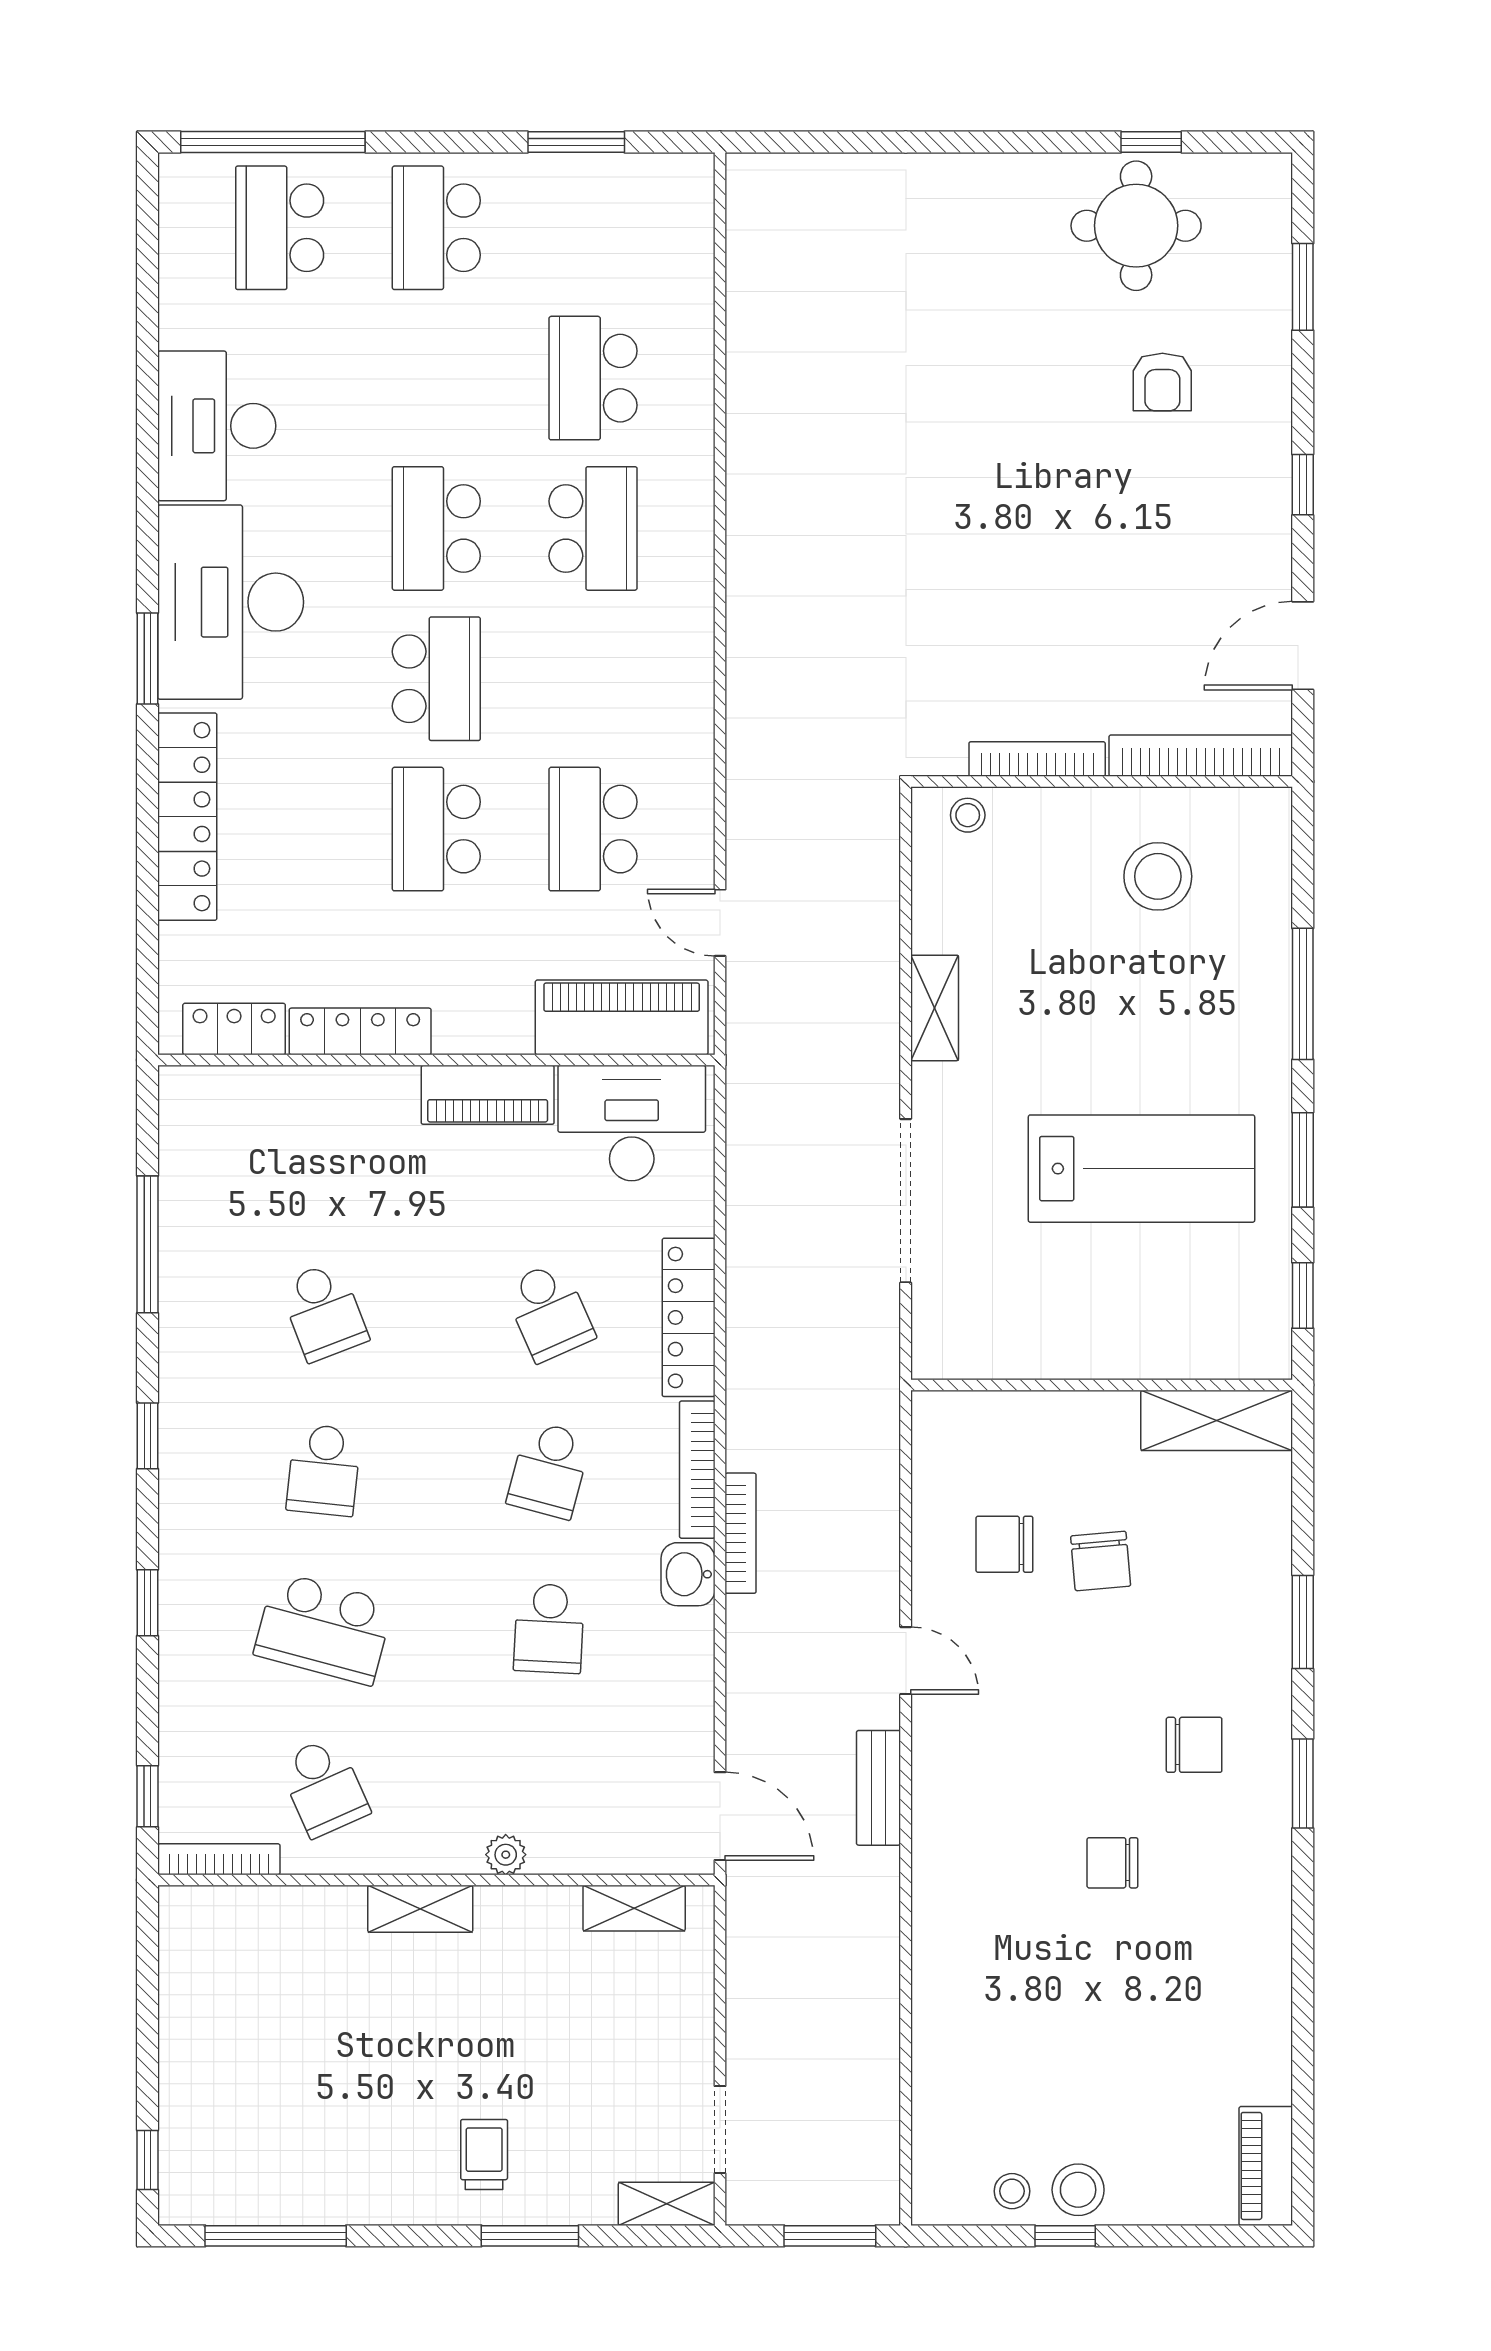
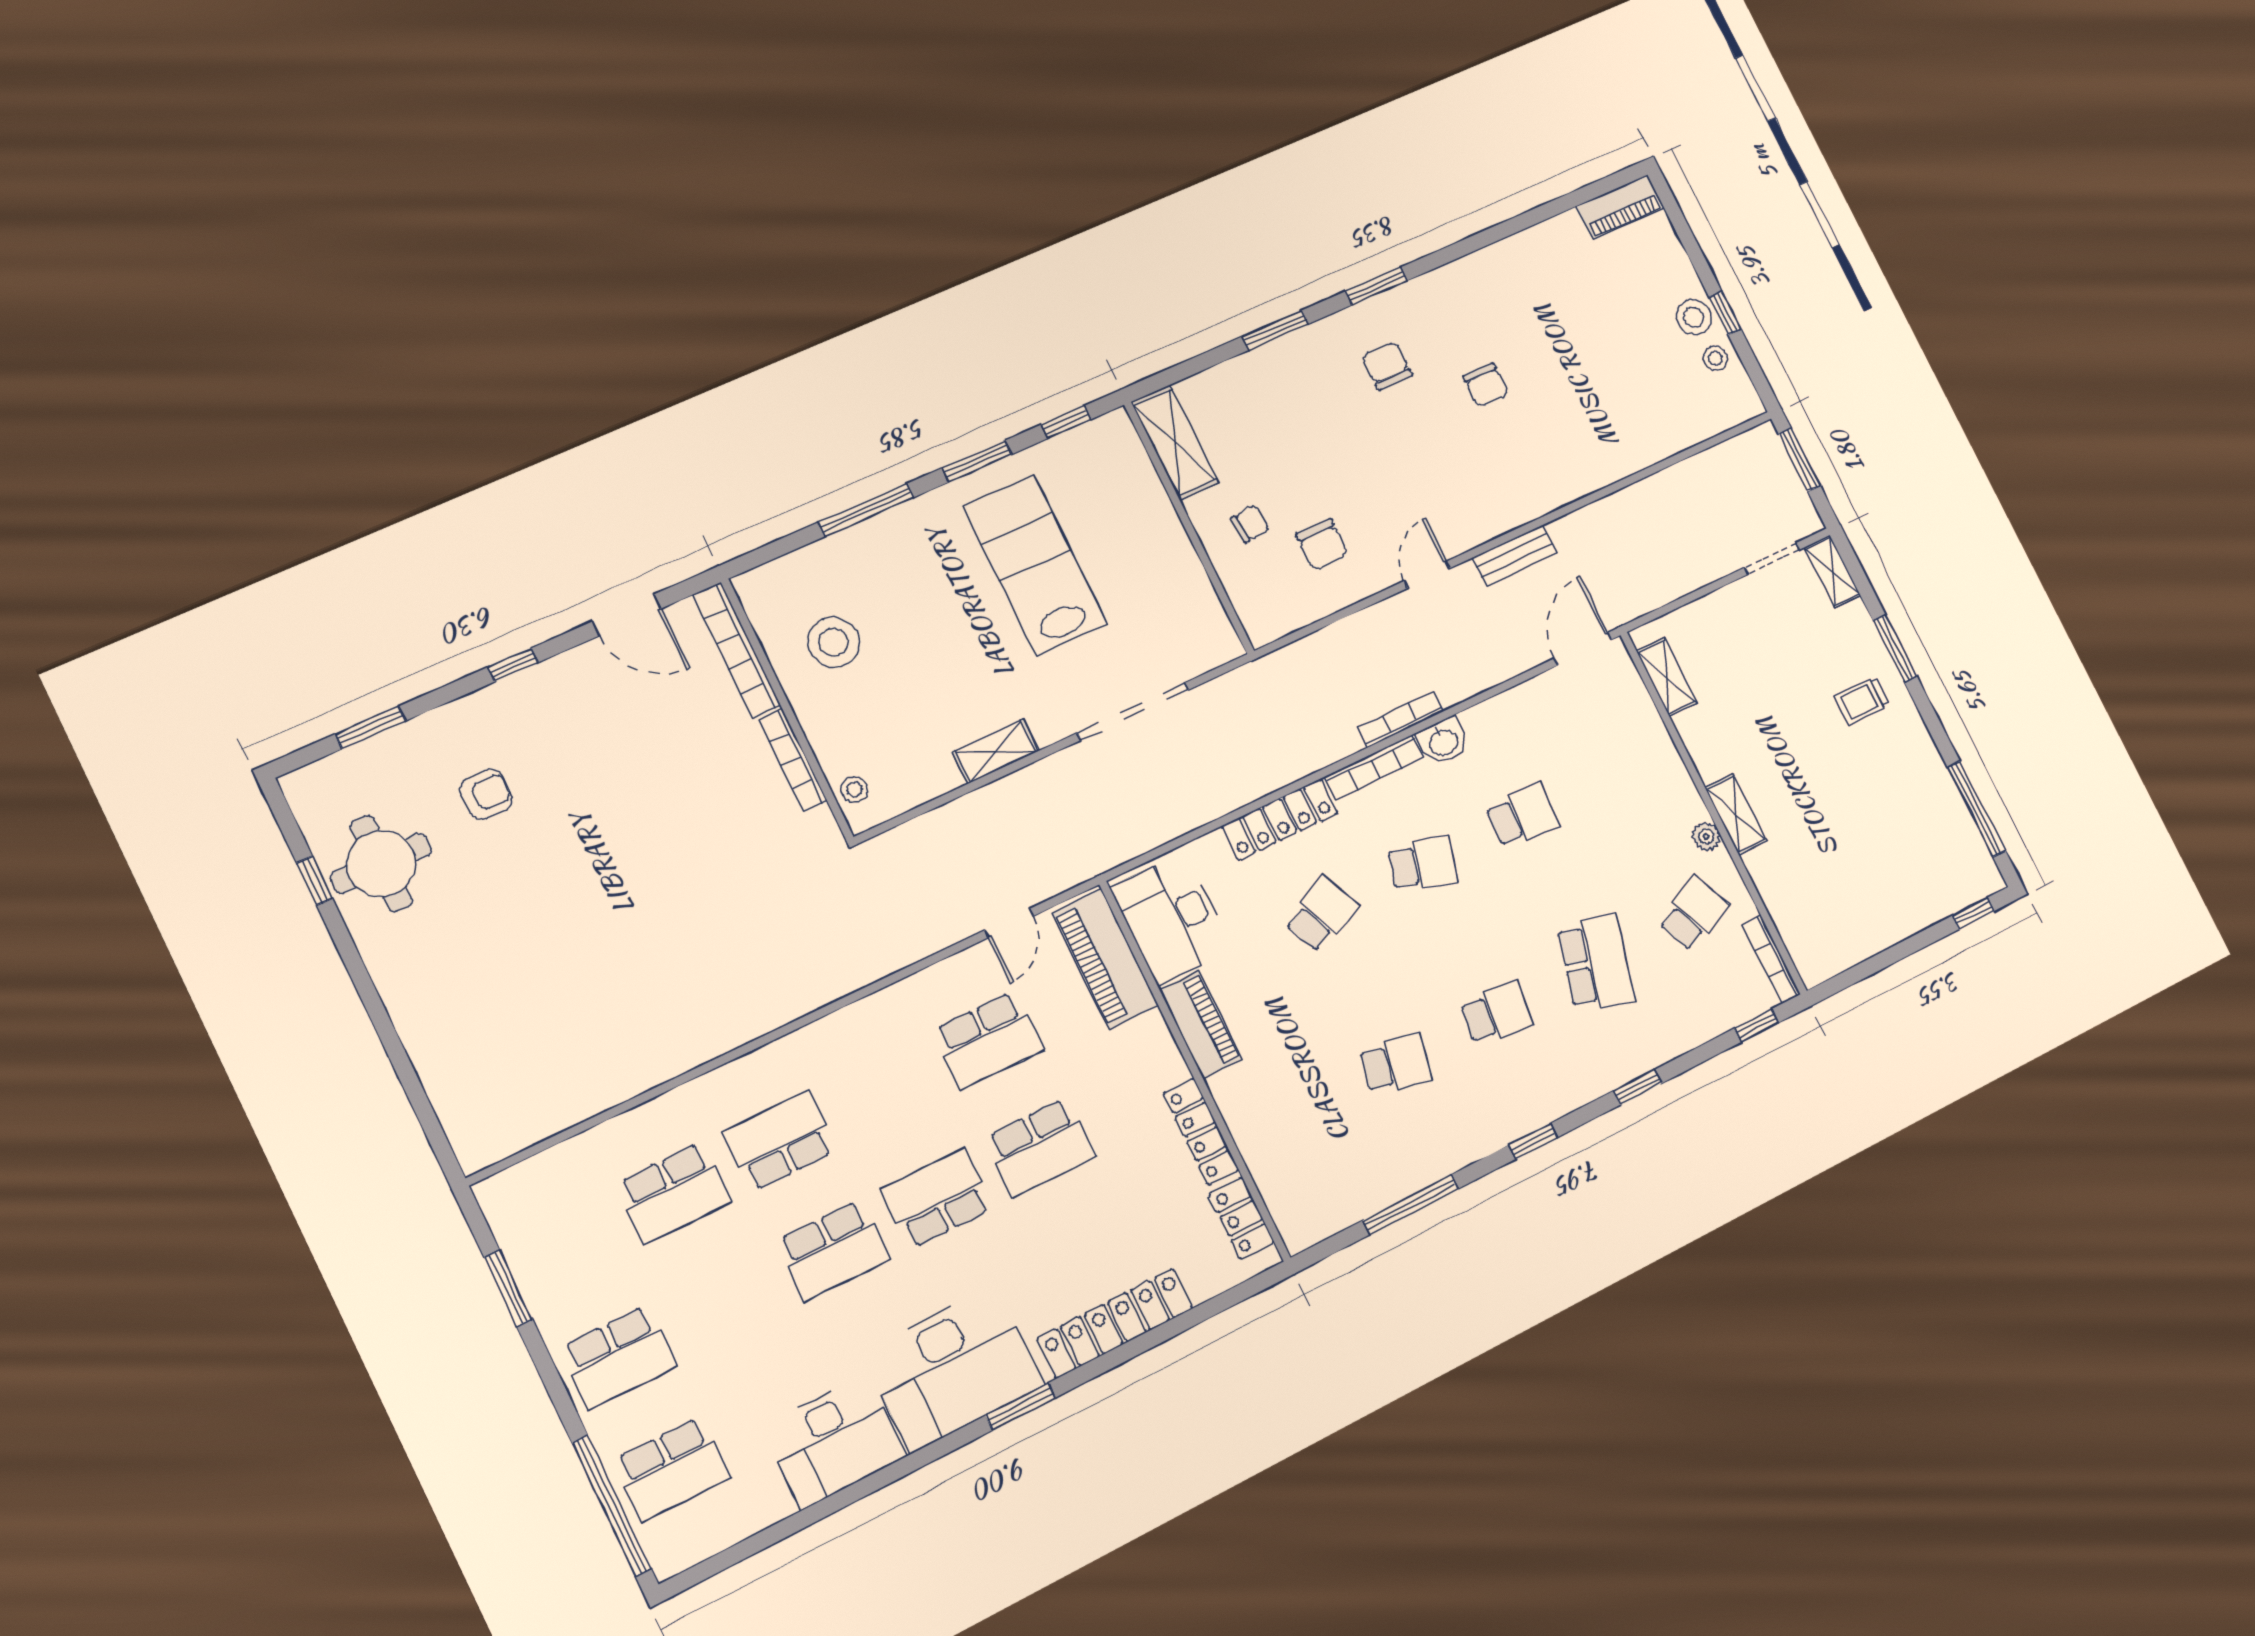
school desk: (324, 1312) -> (1396, 1064), turned 33
chair: (1101, 1561) -> (1250, 524), moved, width x0.73, depth x0.73
plant: (506, 1855) -> (1706, 836), moved

